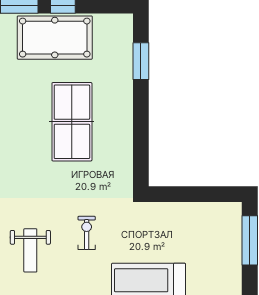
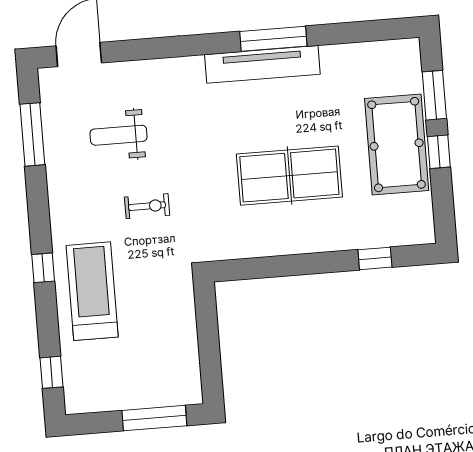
window: (141, 61) -> (375, 258), width x0.67

